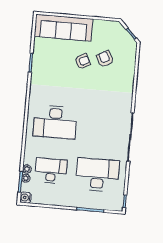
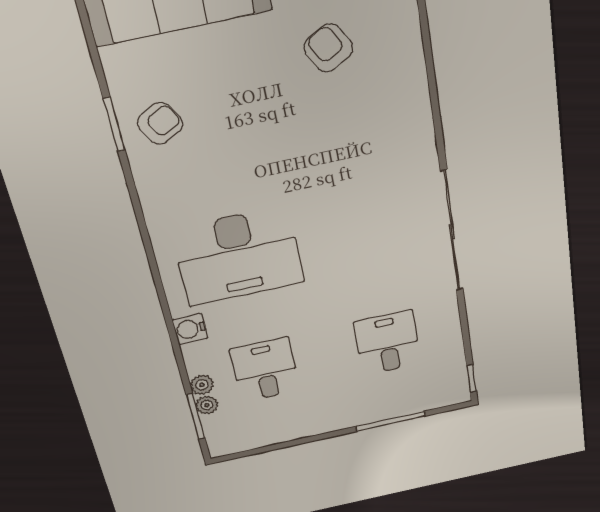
armchair: (83, 61) -> (160, 123), moved
desk: (51, 171) -> (265, 370), width x0.73
desk: (97, 175) -> (388, 343), width x0.53, depth x0.77
water cooler: (25, 198) -> (190, 329), moved

